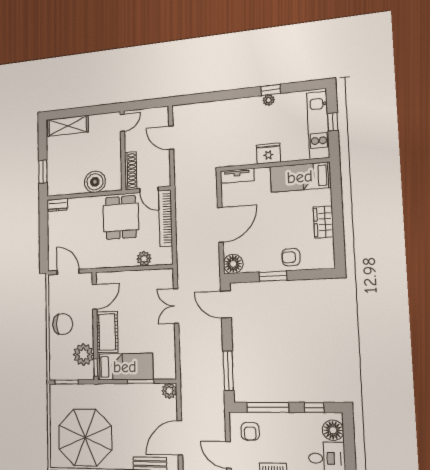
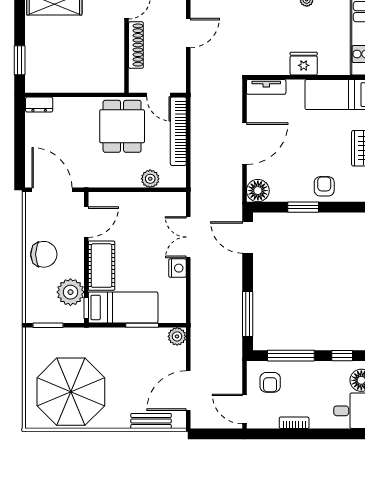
door: (171, 138) -> (188, 33), swing flipped
shoe rack: (131, 171) -> (136, 45), moved
boiler: (95, 182) -> (89, 79), removed
armchair: (291, 257) -> (324, 186), turned 90
door: (68, 272) -> (52, 190), width x1.36
nightstand: (168, 332) -> (177, 268), added

